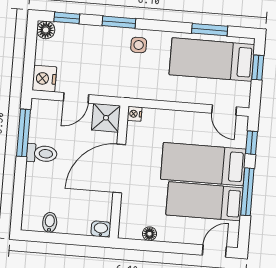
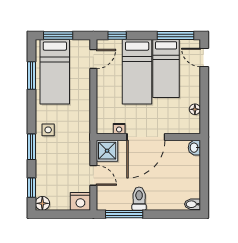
window: (258, 68) -> (58, 35), width x1.50
nightstand: (135, 114) -> (119, 129), moved
door: (119, 169) -> (146, 137), hinge flipped
window: (247, 192) -> (176, 35), moved
bidet: (50, 222) -> (192, 204), moved

